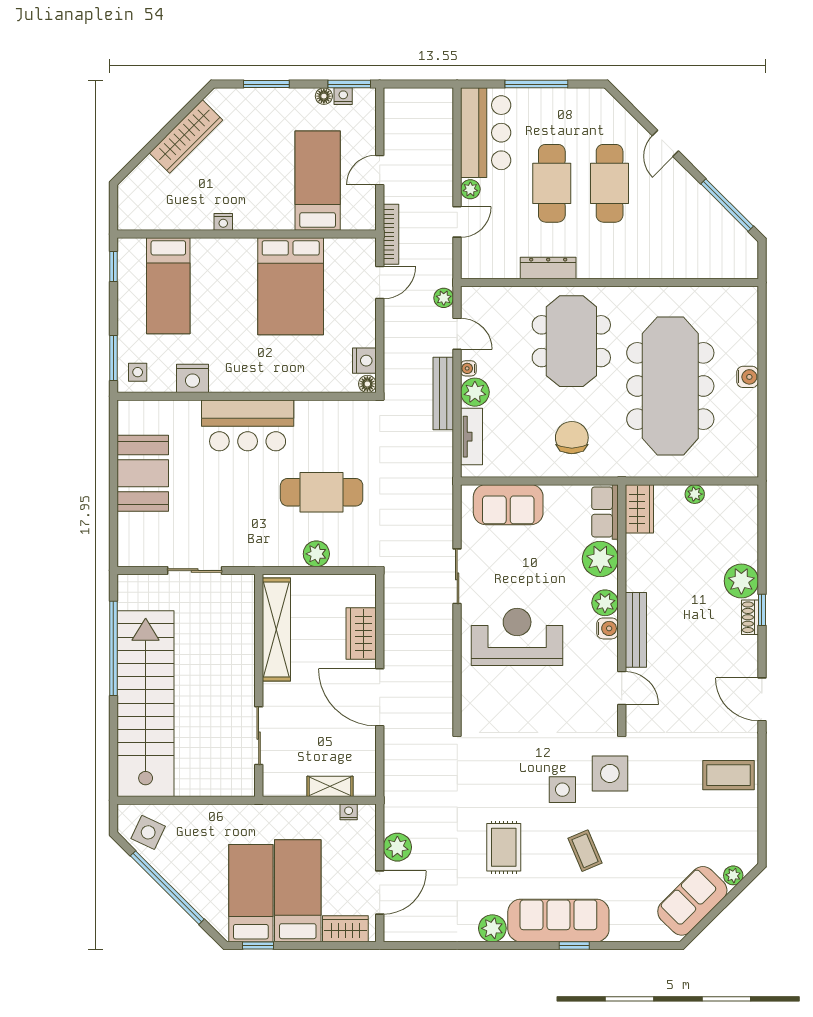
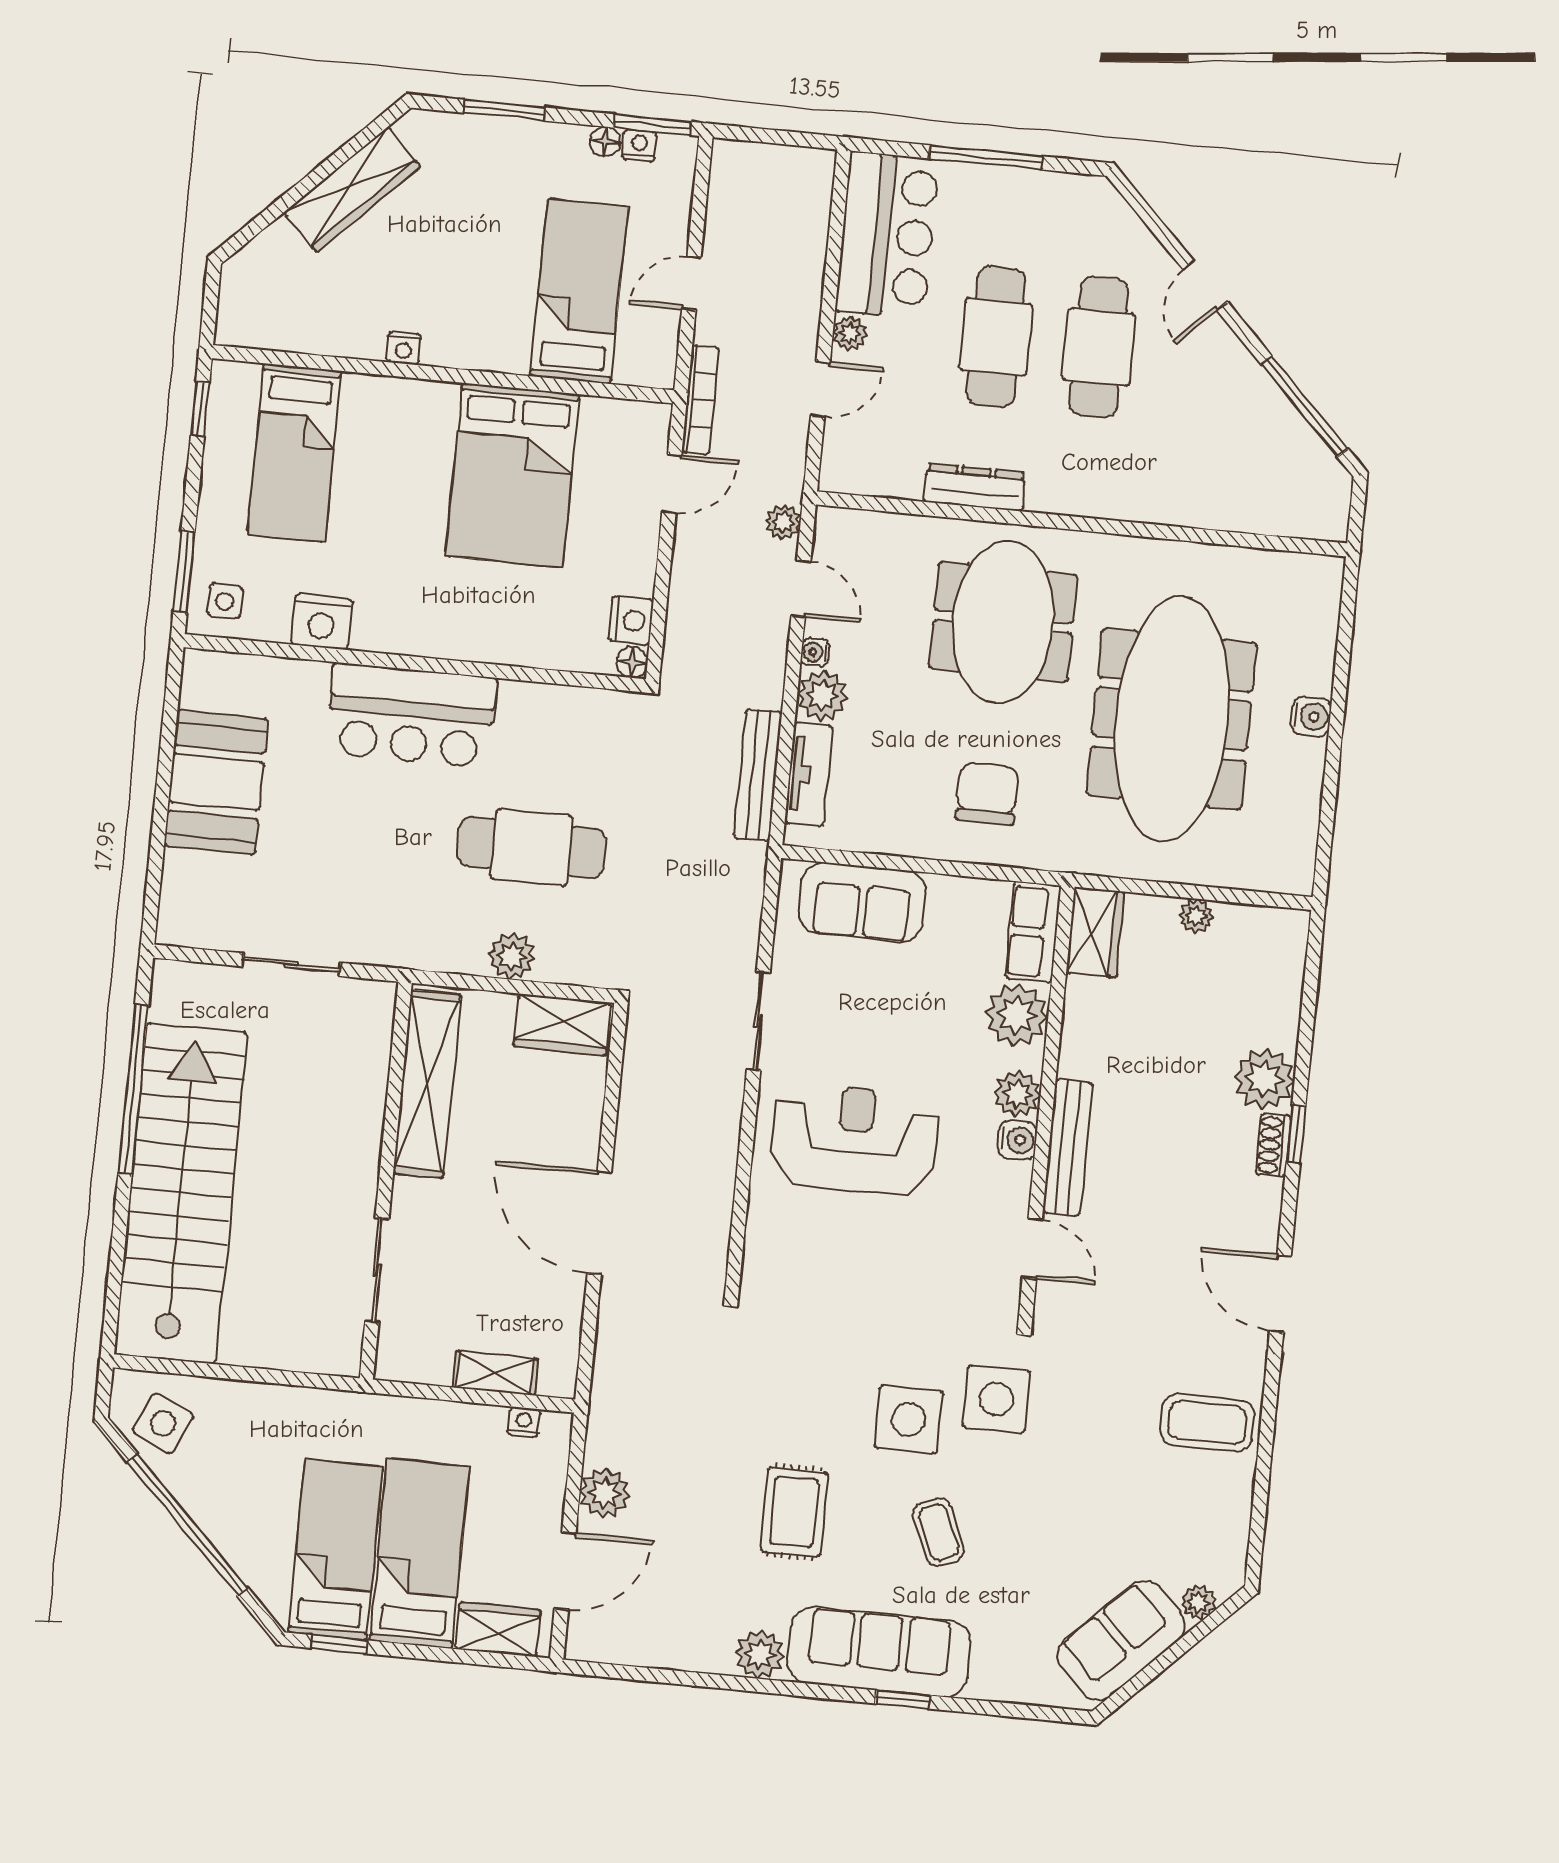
bench: (443, 394) -> (758, 775), moved
wardrobe: (361, 633) -> (562, 1025), moved, turned -90
side table: (562, 790) -> (909, 1419), width x1.37, depth x1.37

